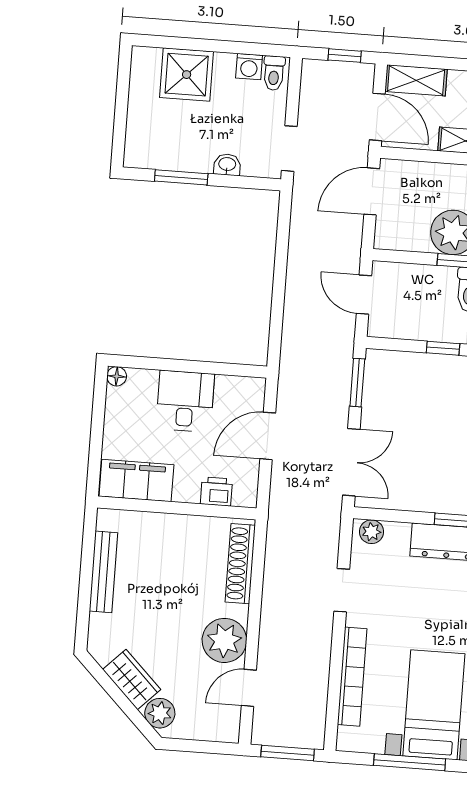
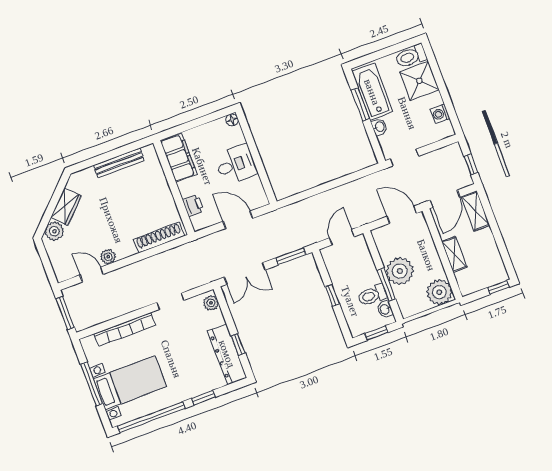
toilet: (274, 73) -> (411, 56), moved, width x1.37, depth x1.39
bathtub: (170, 151) -> (372, 92), added
plant: (224, 640) -> (108, 257), width x0.53, depth x0.53

